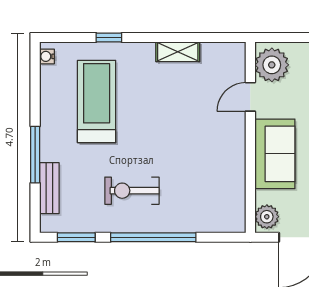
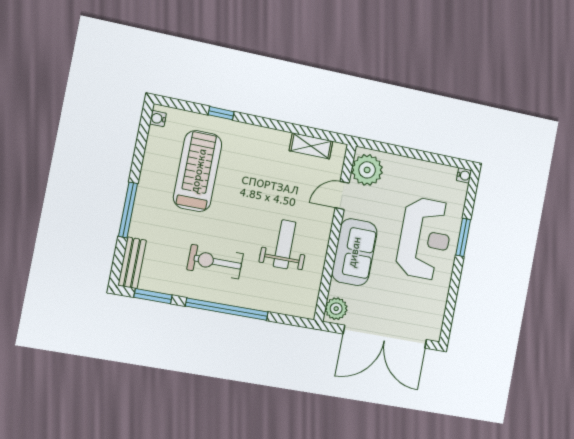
shelving: (178, 52) -> (311, 146), moved
weight bench: (200, 160) -> (285, 244), added
bench: (49, 188) -> (132, 263), moved

